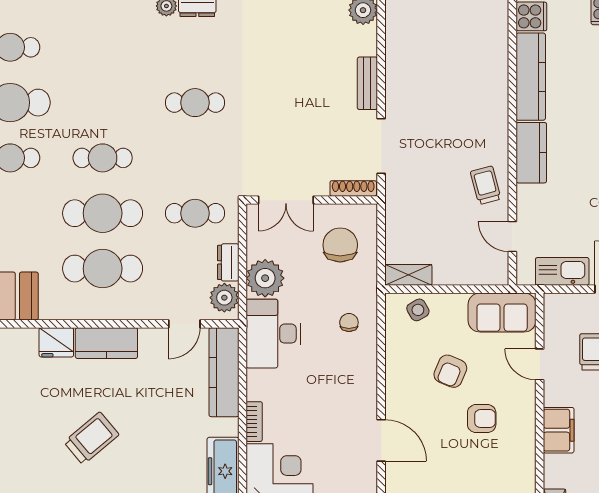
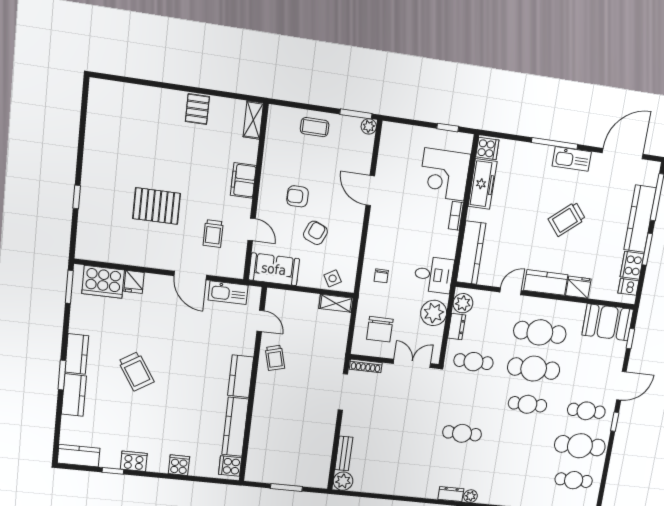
bench: (367, 83) -> (344, 453), moved
door: (184, 324) -> (511, 291), moved
desk: (273, 334) -> (434, 275), width x0.73

